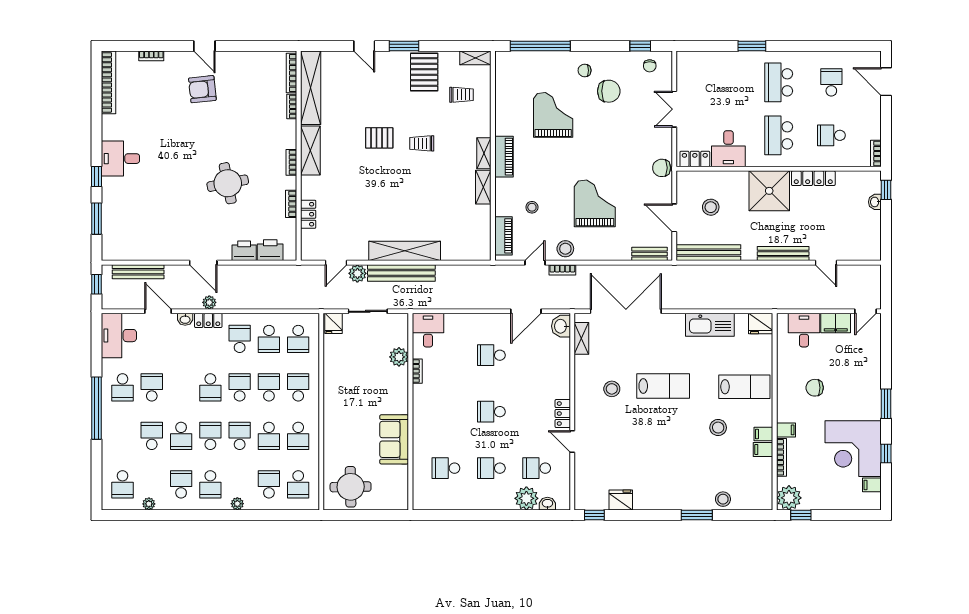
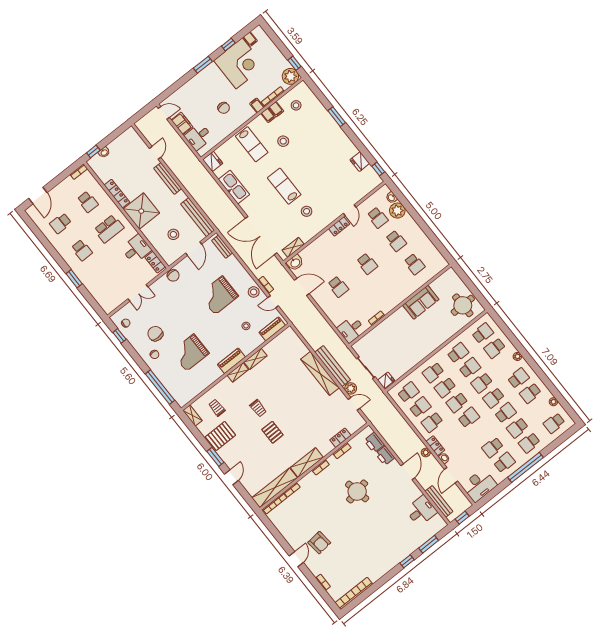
school desk: (779, 82) -> (82, 250), width x0.54
desk: (120, 159) -> (421, 511), moved, turned -90
plant: (399, 357) -> (377, 333), removed
lab bench: (744, 387) -> (252, 144), turned 180
school desk: (122, 436) -> (529, 443), added
school desk: (122, 484) -> (554, 423), turned 180
stool: (723, 499) -> (296, 105), moved

